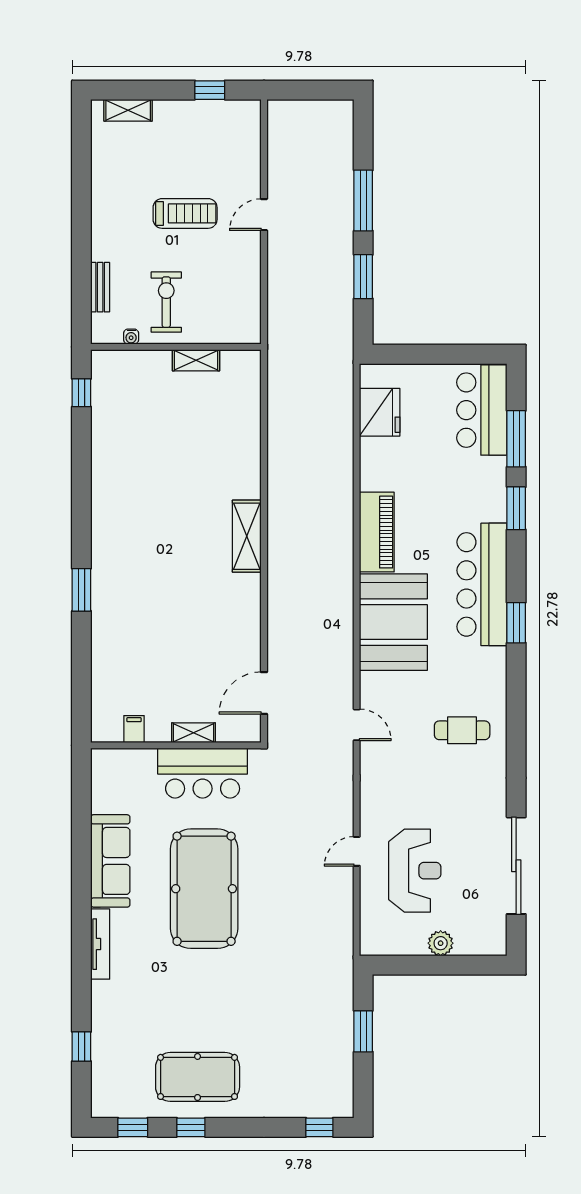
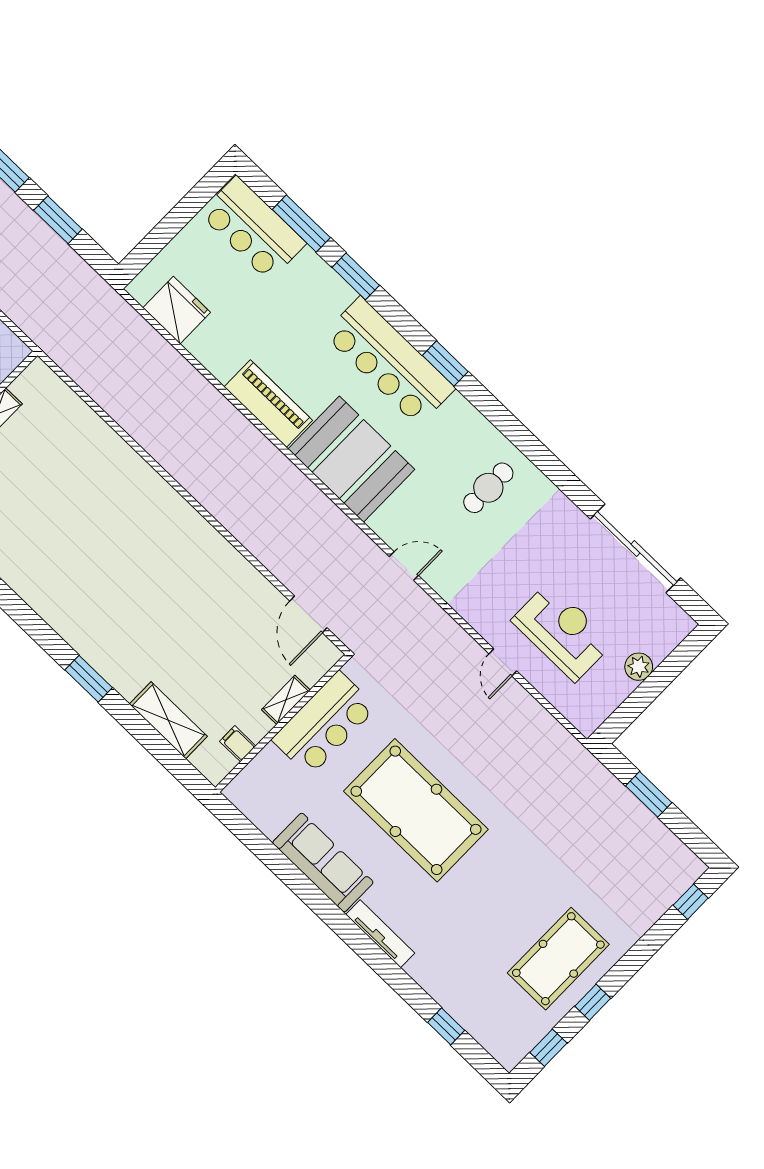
shelving: (247, 536) -> (168, 720), moved

